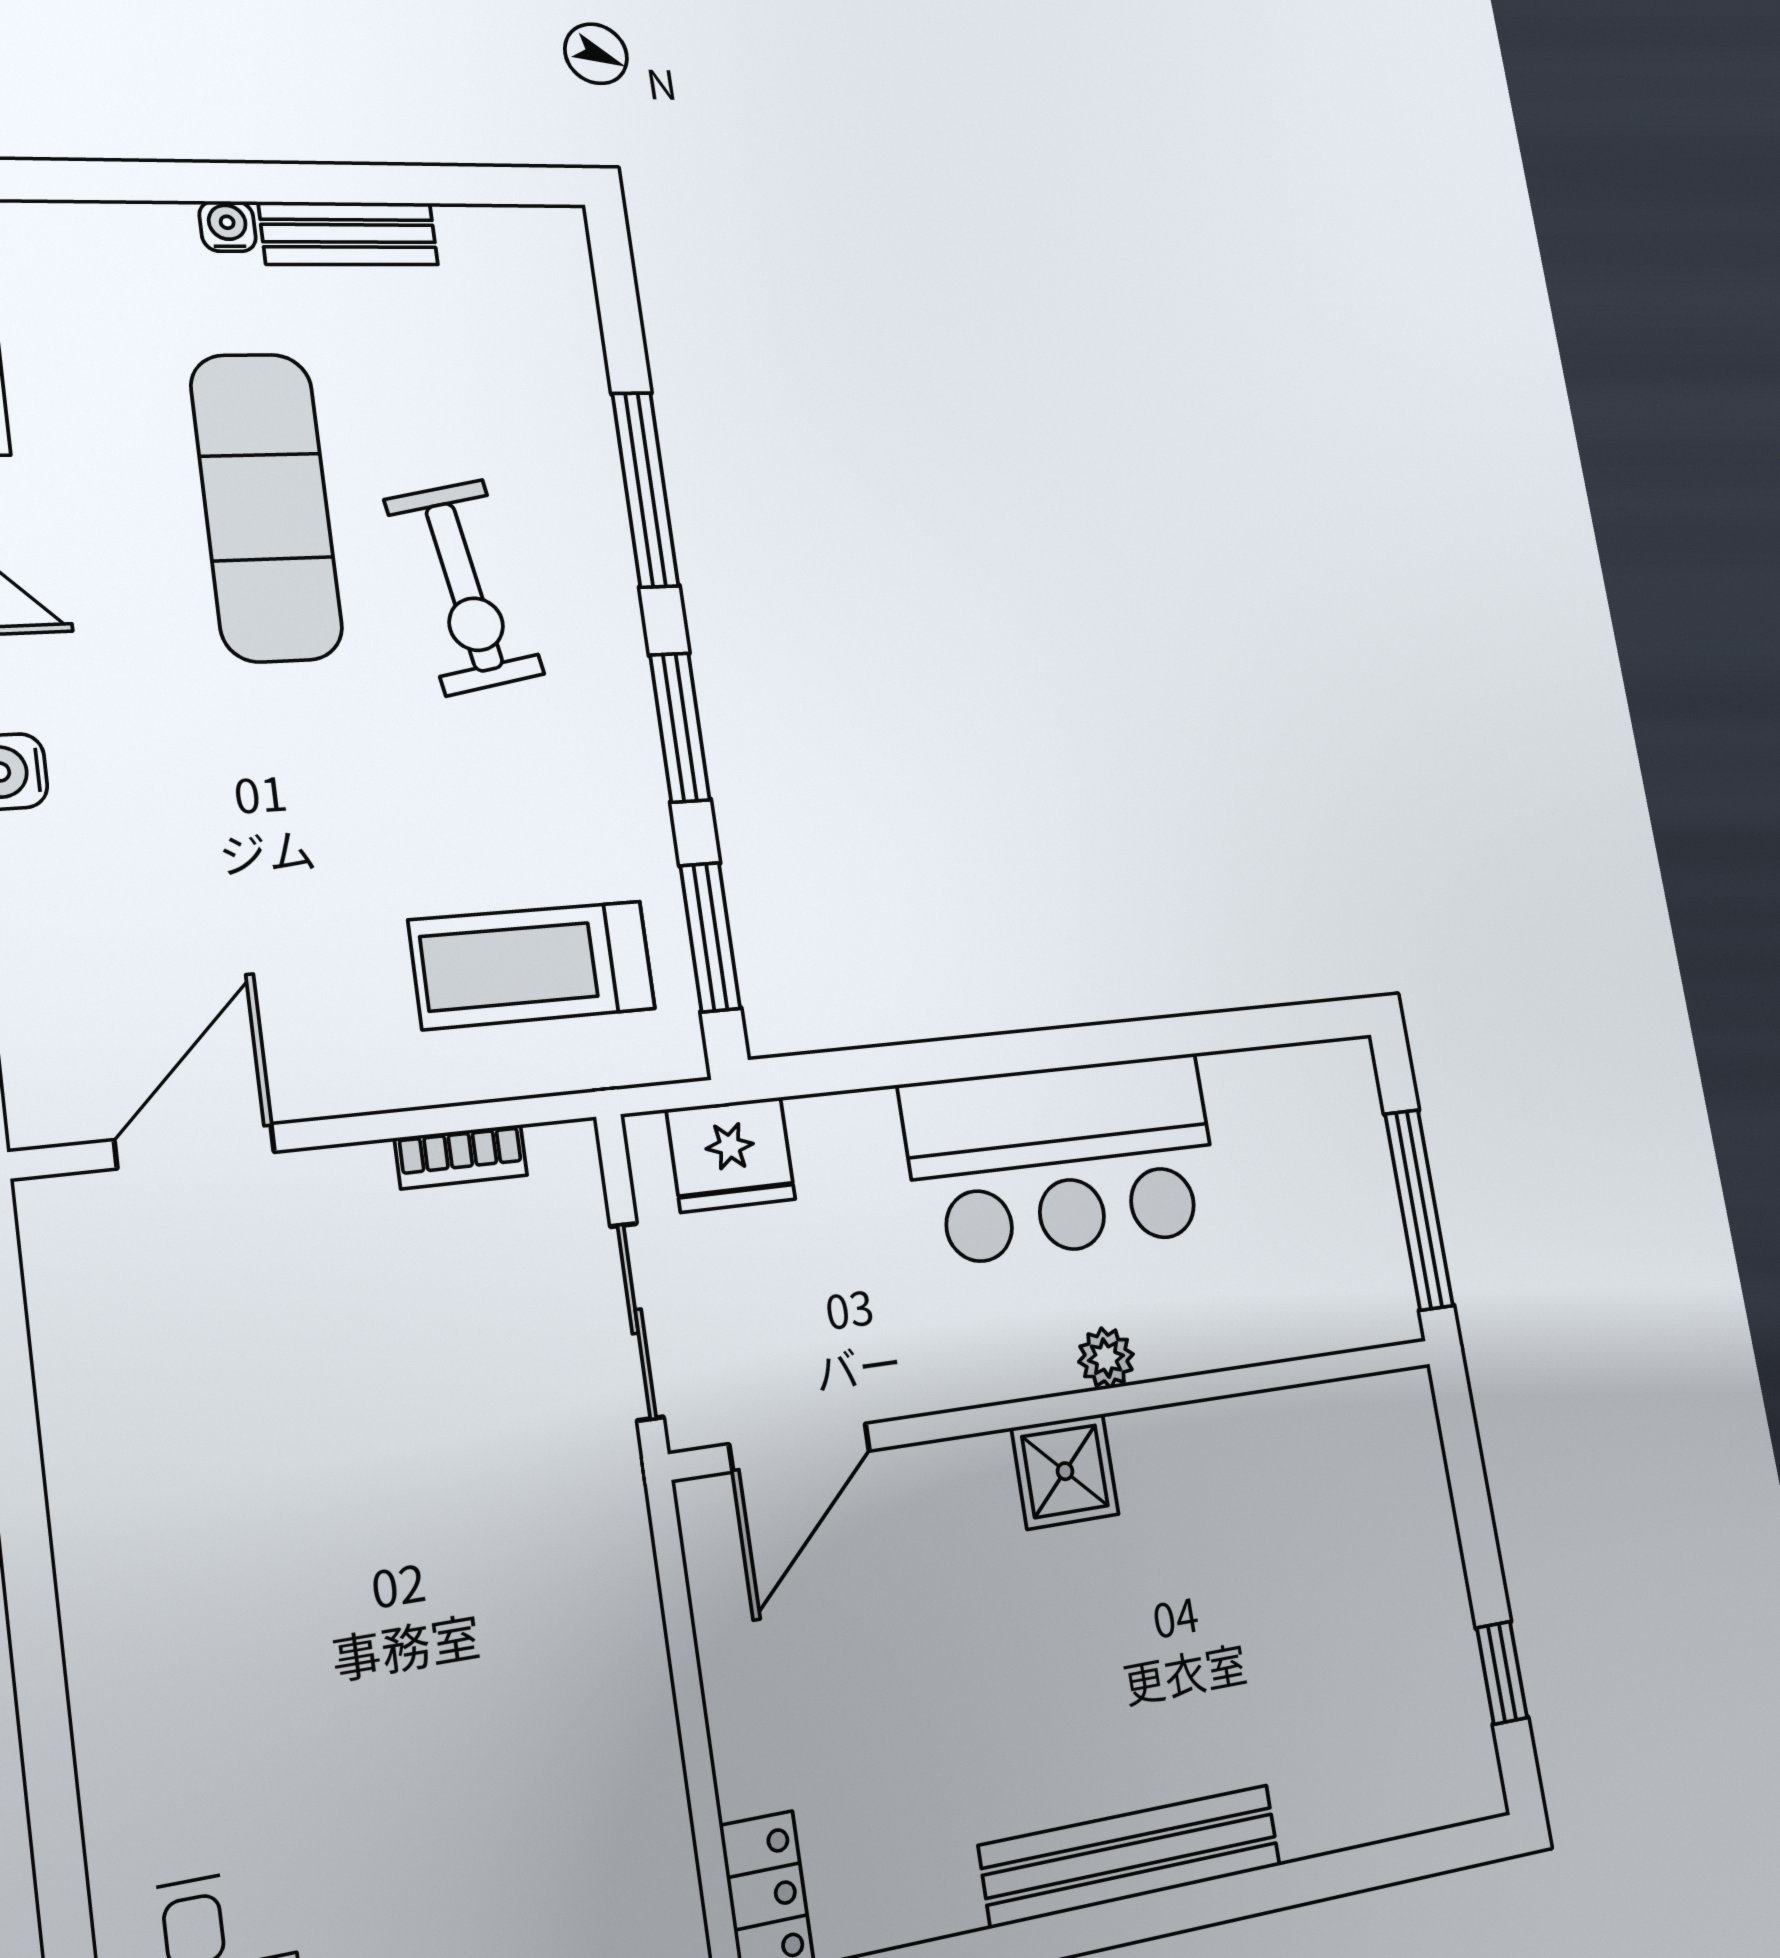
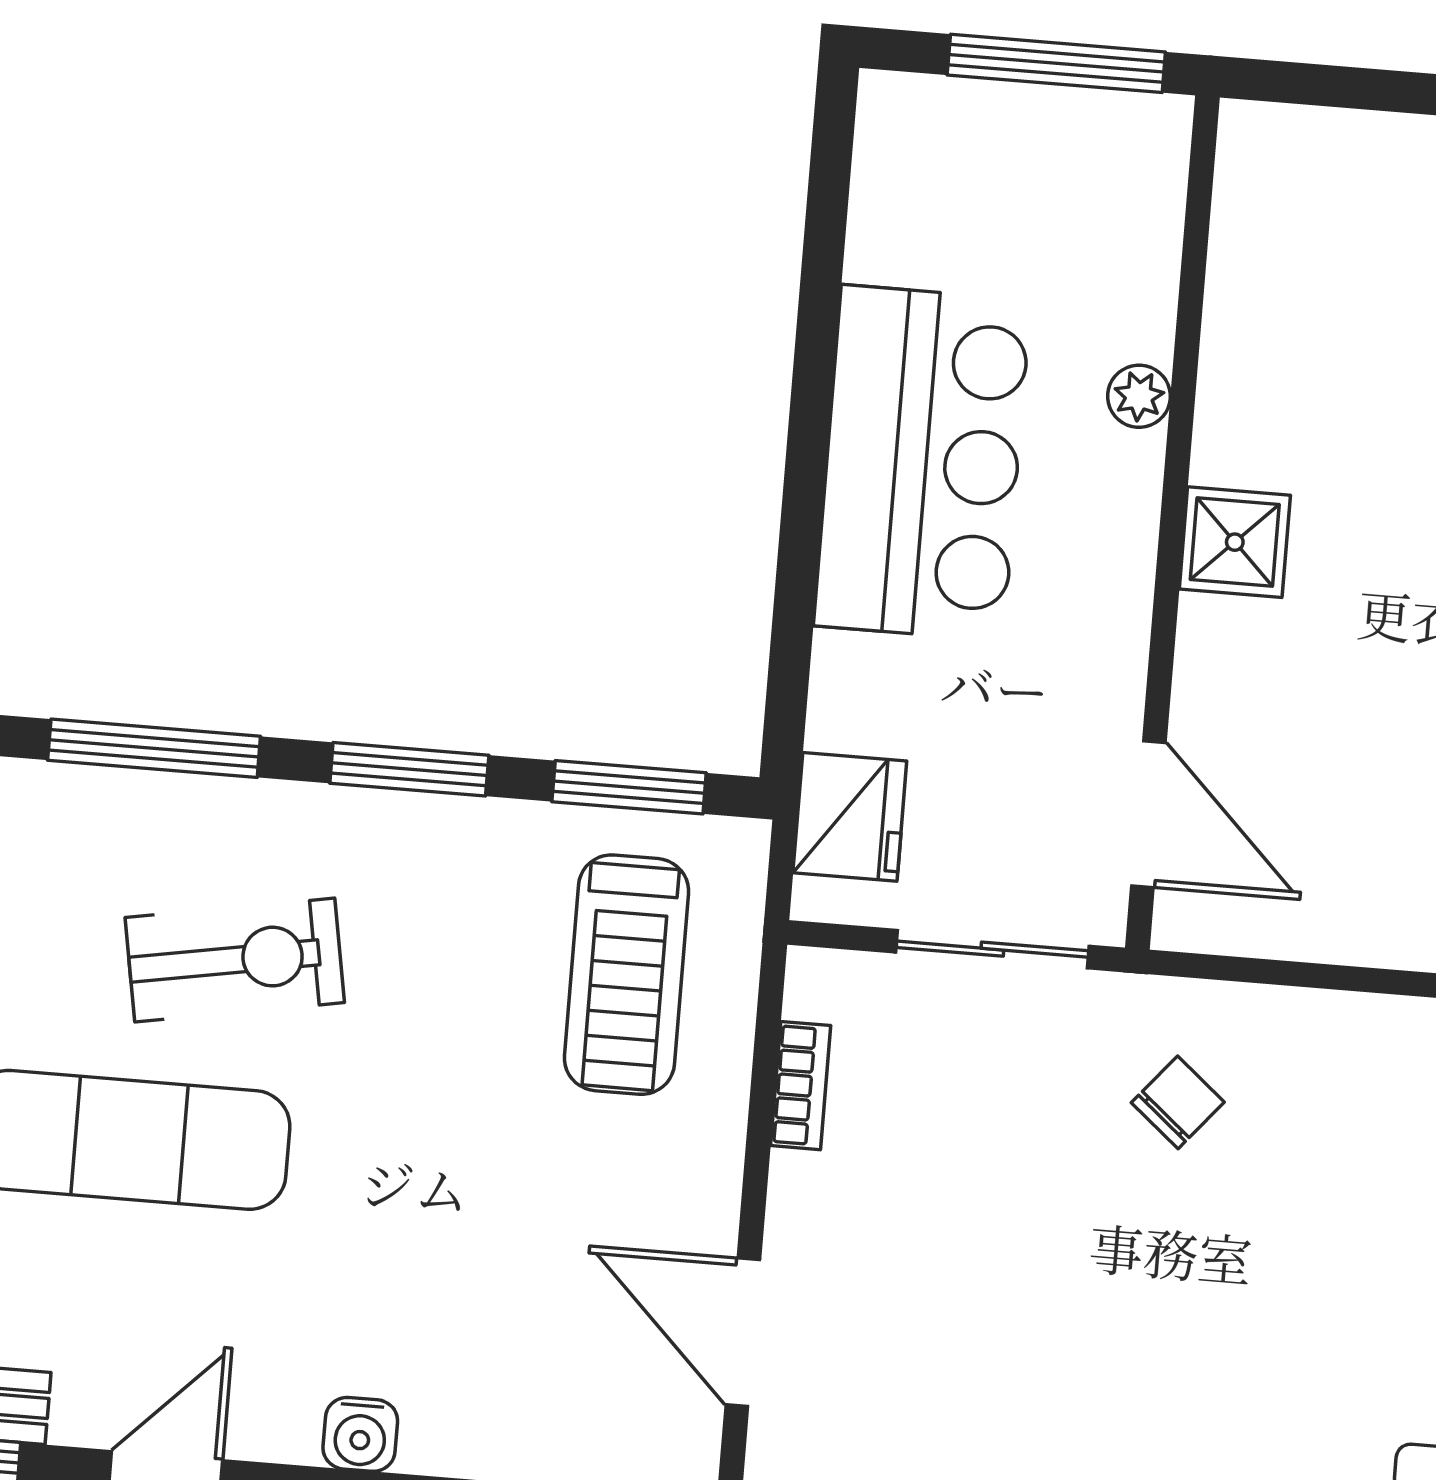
plant: (1106, 1358) -> (1139, 396), moved
chair: (527, 1546) -> (1178, 1102), added

